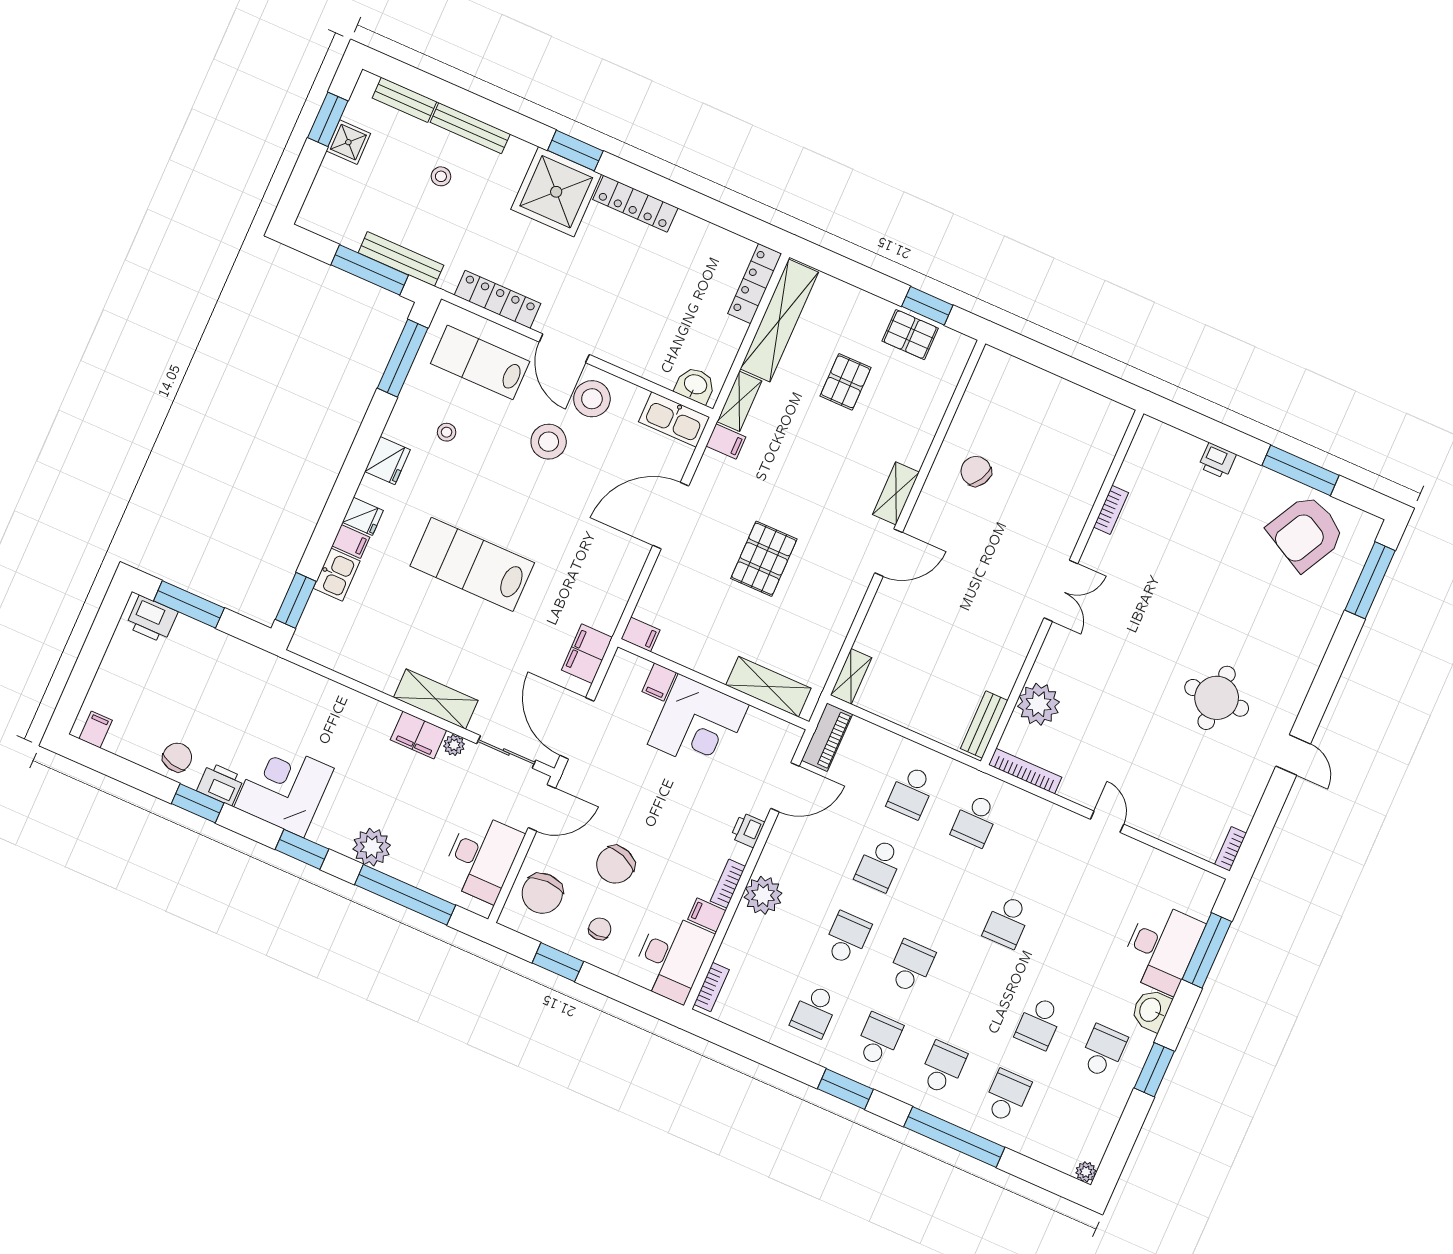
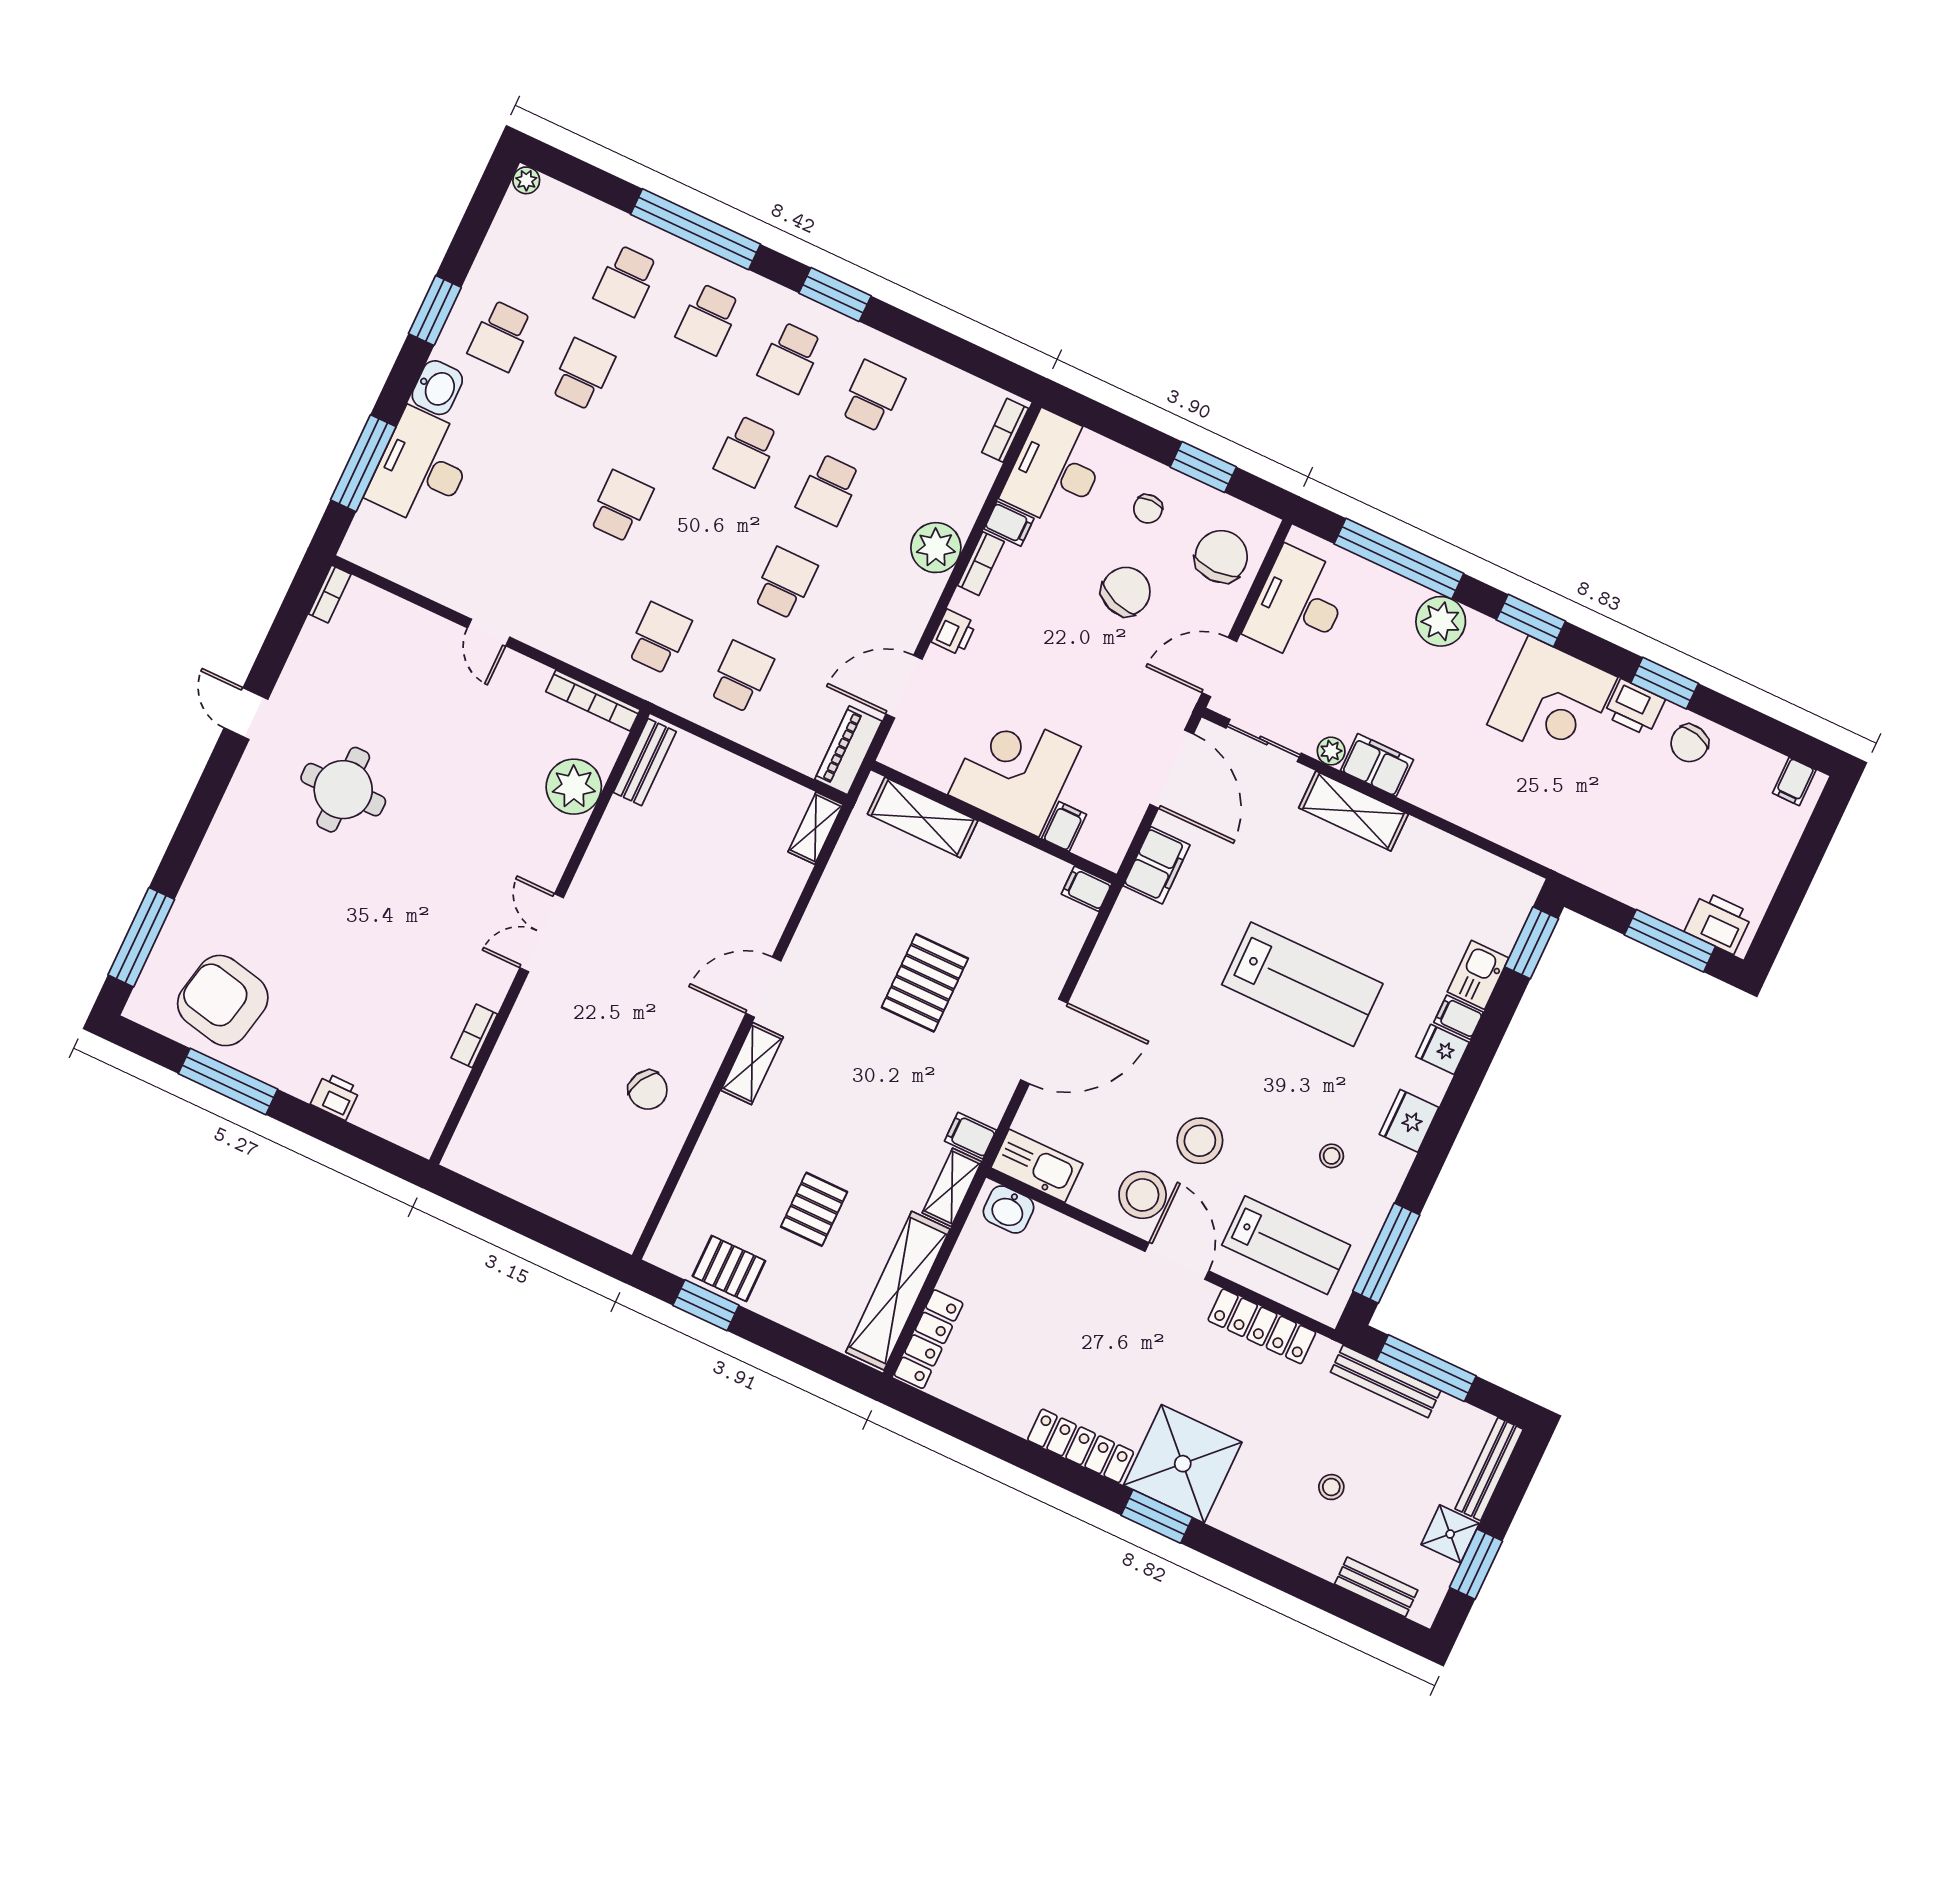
bench: (470, 128) -> (1489, 1469), moved, turned 90
armchair: (1306, 533) -> (223, 1001), turned -106

